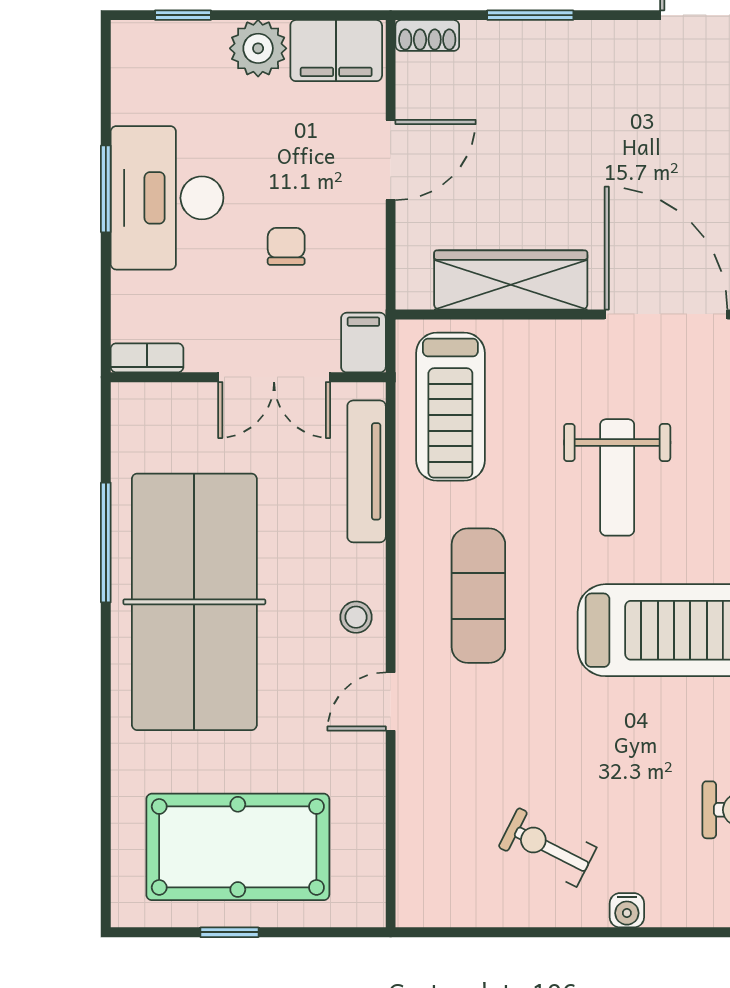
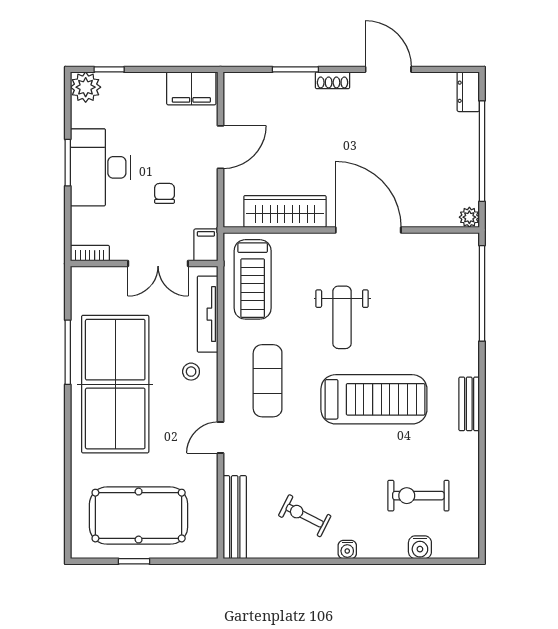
shoe rack: (427, 35) -> (333, 80), moved
plant: (258, 48) -> (86, 87), moved
stool: (356, 617) -> (191, 372), moved
bench: (417, 850) -> (235, 517), added

